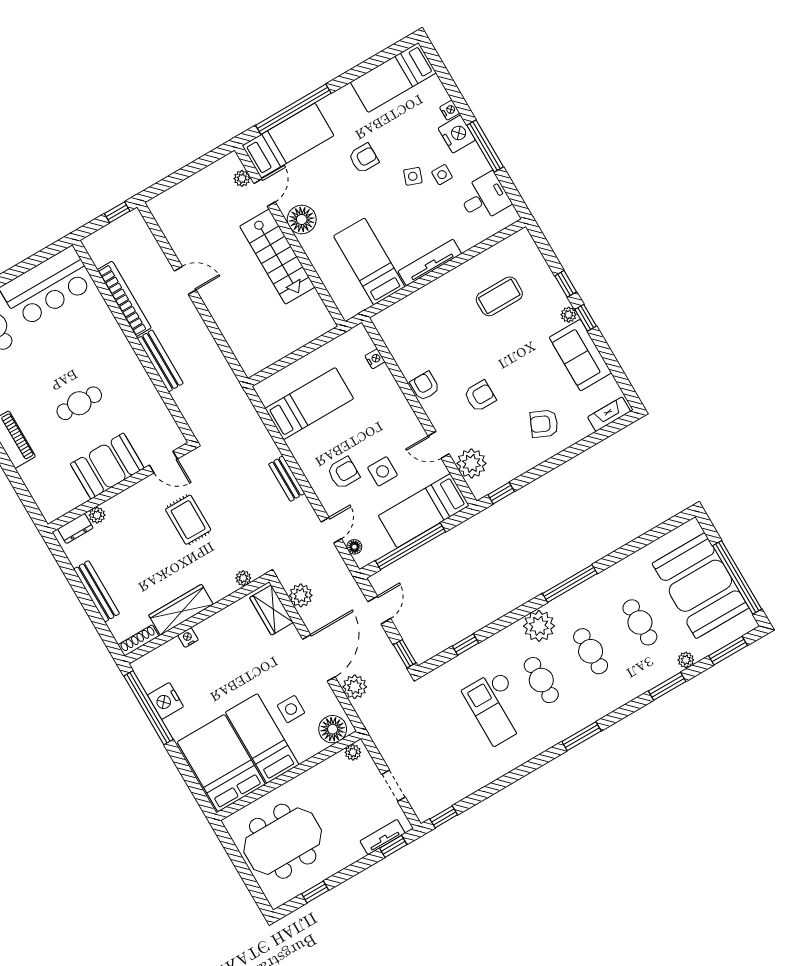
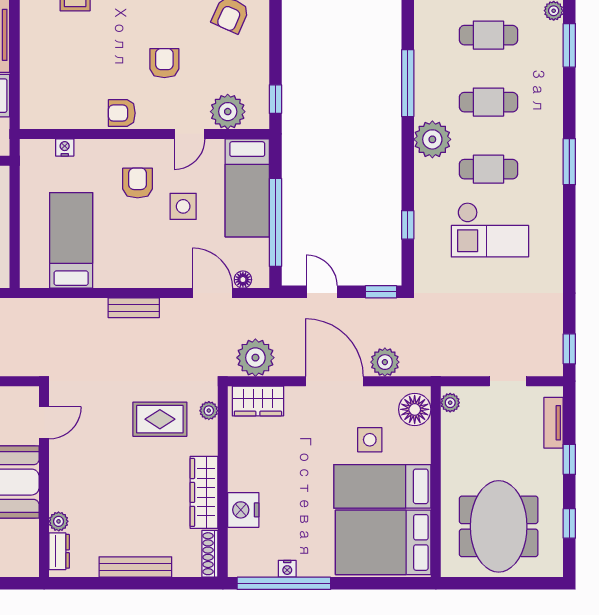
armchair: (343, 473) -> (138, 183), moved
rug: (188, 520) -> (160, 419), moved
door: (331, 530) -> (213, 293), width x1.38
plant: (301, 595) -> (255, 358), width x1.36, depth x1.36
nightstand: (188, 638) -> (243, 510), width x1.89, depth x1.79
nightstand: (165, 701) -> (287, 569), width x0.53, depth x0.56
window: (393, 846) -> (569, 459), moved

